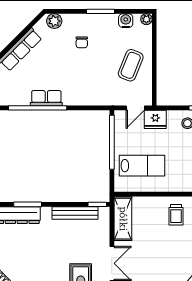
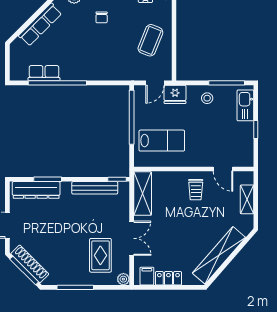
row of seats: (46, 98) -> (44, 73), moved

